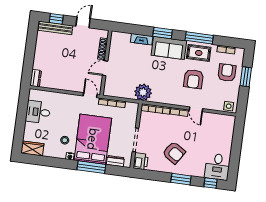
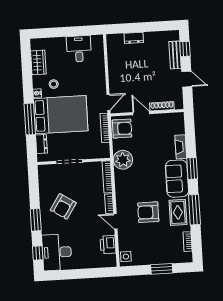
bench: (55, 28) -> (175, 55), width x0.73
armchair: (227, 73) -> (122, 128), moved
dresser: (36, 78) -> (134, 38), moved
door: (196, 109) -> (116, 221), hinge flipped
wardrobe: (32, 149) -> (38, 62), moved
printer: (141, 161) -> (108, 245), moved, turned 90
desk: (217, 167) -> (57, 252), width x1.37

